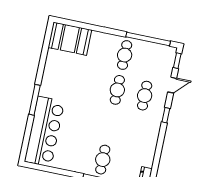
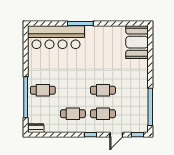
cafe table: (125, 55) -> (73, 114), moved
door: (172, 85) -> (116, 135), hinge flipped

